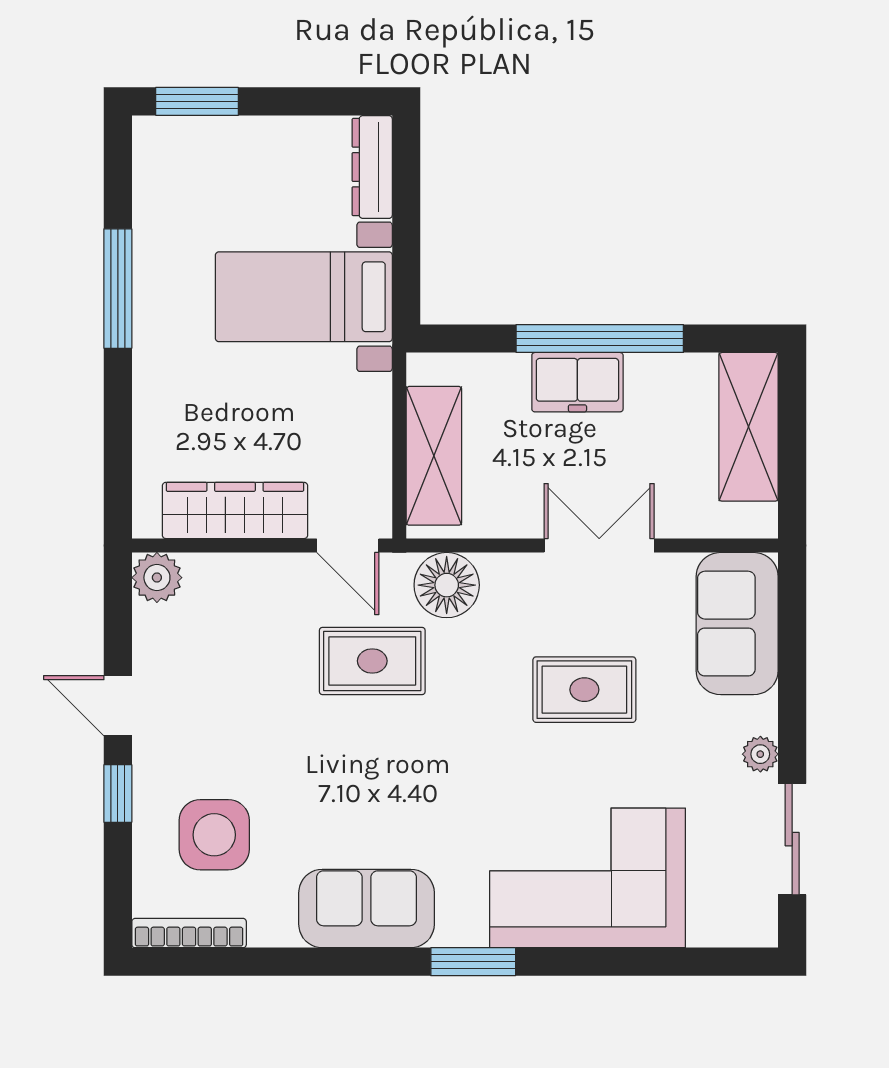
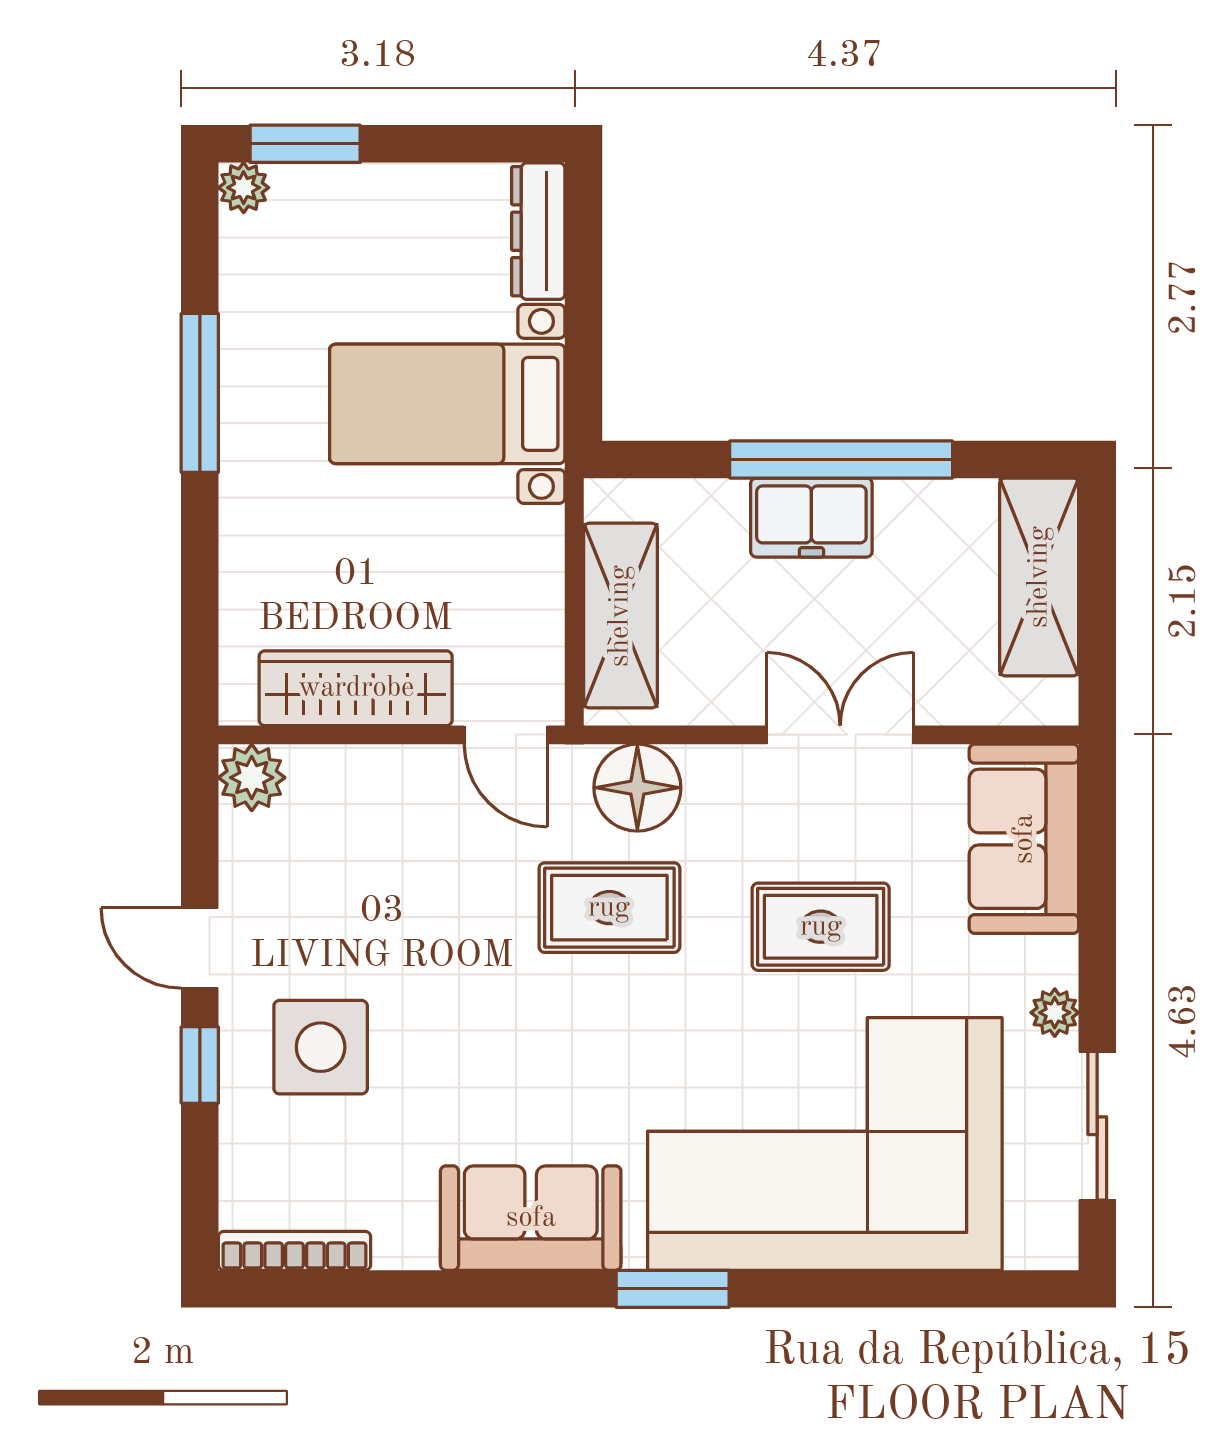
plant: (151, 134) -> (244, 188), added
rug: (372, 661) -> (609, 908), moved
side table: (214, 835) -> (321, 1047), moved
corner sofa: (588, 878) -> (825, 1144), width x1.36, depth x1.36

